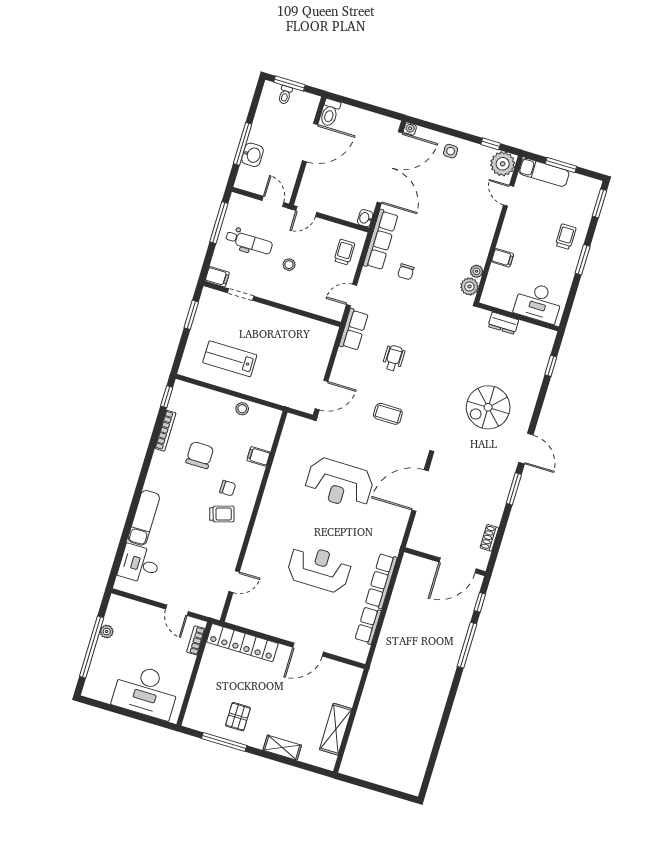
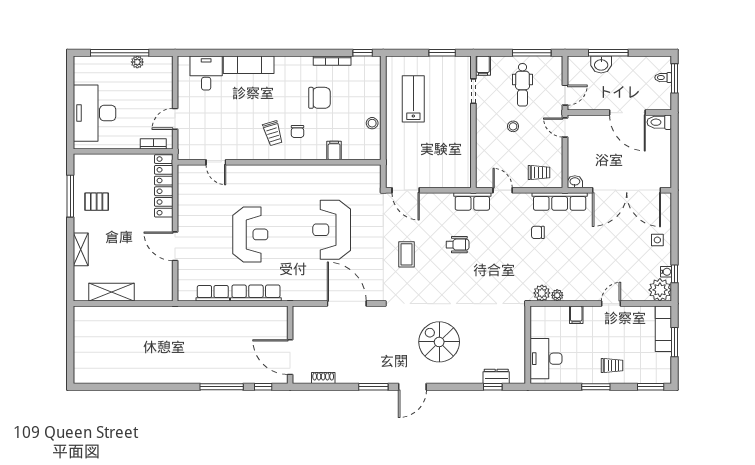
water cooler: (410, 129) -> (666, 272), moved
door: (509, 196) -> (611, 304), moved
dresser: (503, 323) -> (496, 376), moved, turned 90

